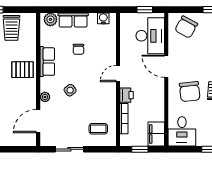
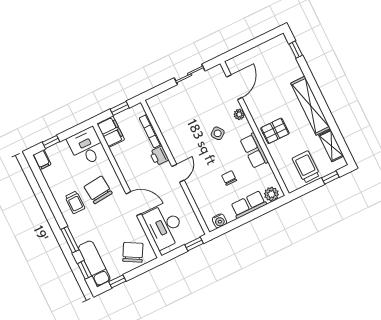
window: (145, 10) -> (194, 244), moved
coffee table: (98, 129) -> (171, 109), removed

